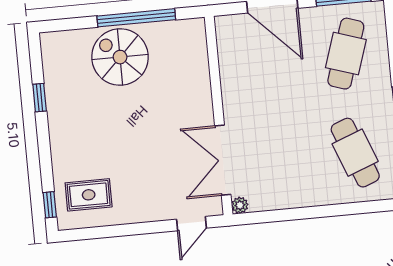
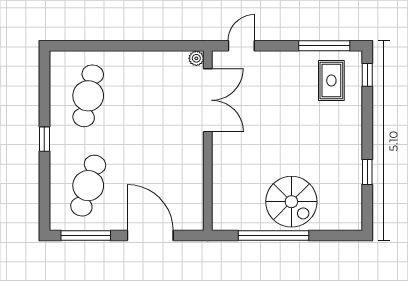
cafe table: (355, 153) -> (88, 96), turned 33
rug: (89, 195) -> (331, 81), turned 90
window: (100, 232) -> (324, 46), added

